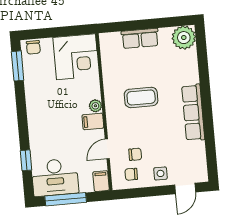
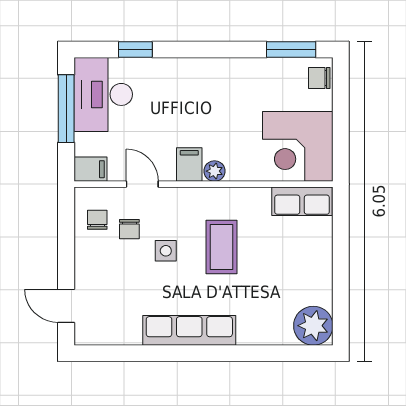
row of seats: (140, 38) -> (302, 201), moved, turned -90
side table: (160, 173) -> (166, 251), moved

